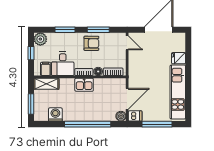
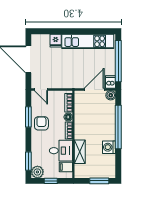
window: (65, 30) -> (28, 161), moved
door: (127, 43) -> (41, 89), swing flipped
shelving: (46, 84) -> (80, 152), moved
kitchen sink: (84, 85) -> (81, 130), removed
door: (127, 99) -> (94, 89), hinge flipped
washing machine: (55, 114) -> (109, 147), moved
window: (157, 124) -> (118, 61), width x1.46

